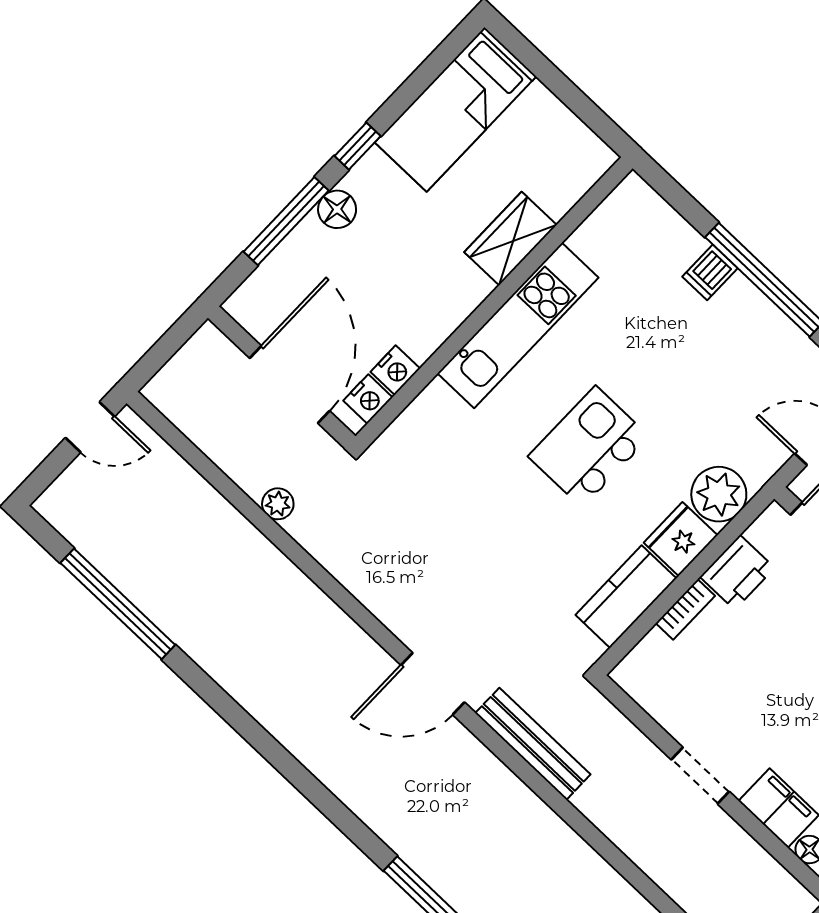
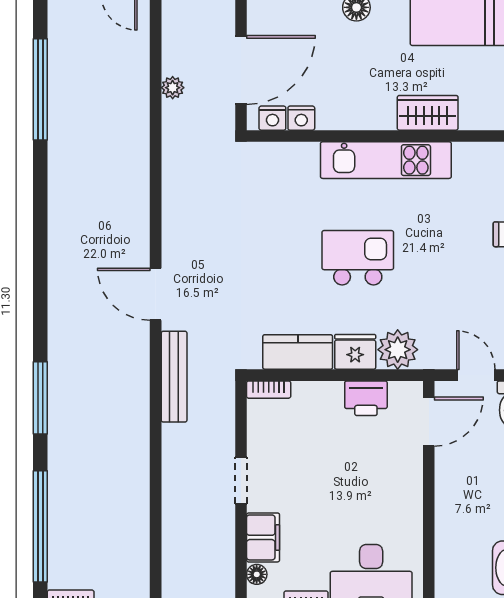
plant: (278, 504) -> (173, 88), moved
bookcase: (685, 609) -> (269, 390), moved

